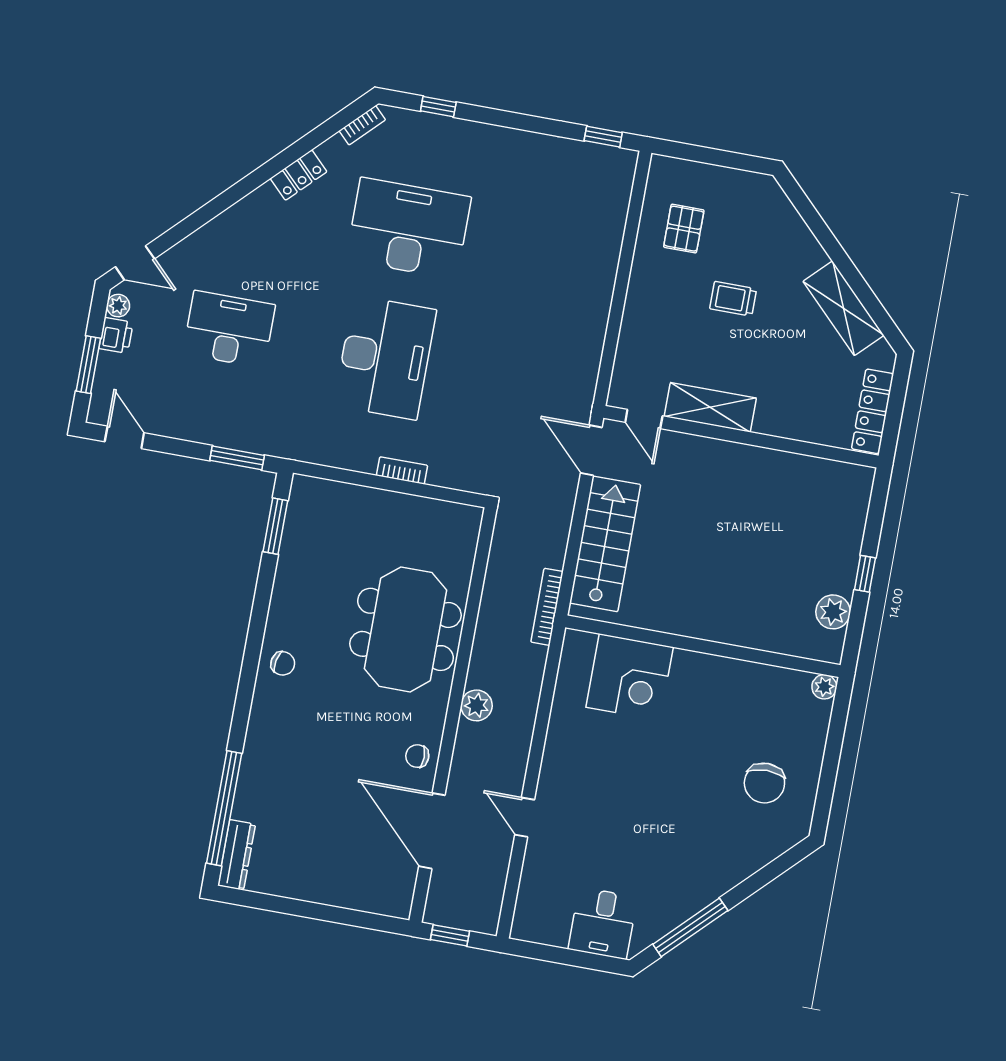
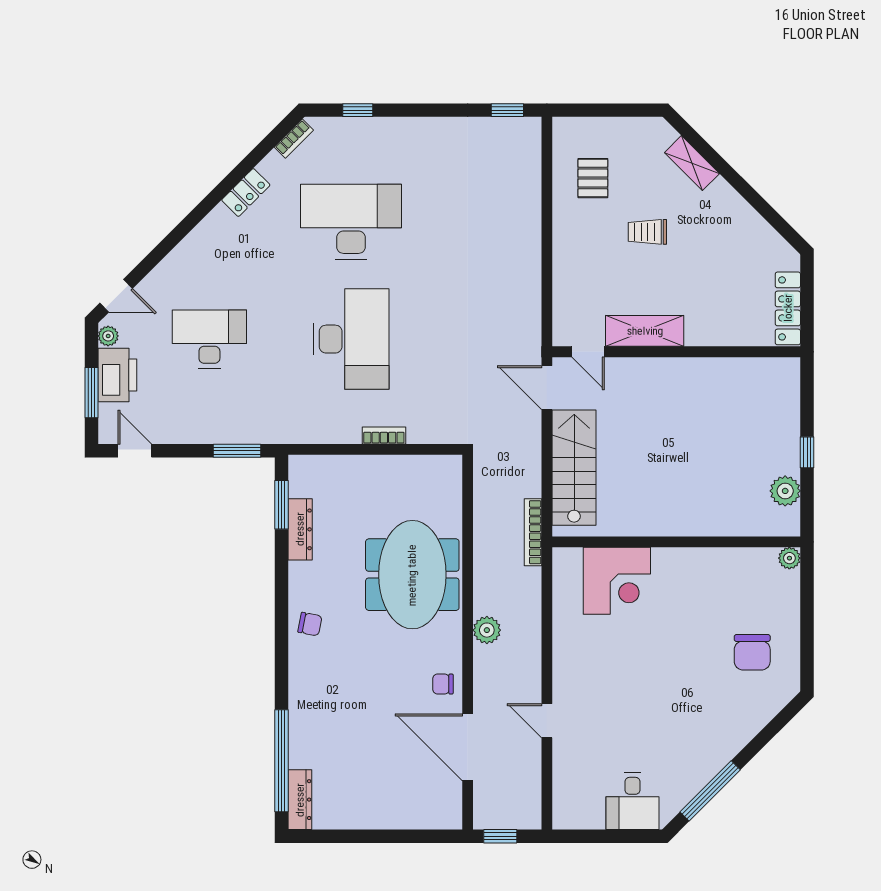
shelving: (843, 308) -> (692, 163), moved, width x0.67, depth x0.75
printer: (116, 335) -> (117, 375), width x1.87, depth x1.48
dresser: (291, 557) -> (300, 529), added

